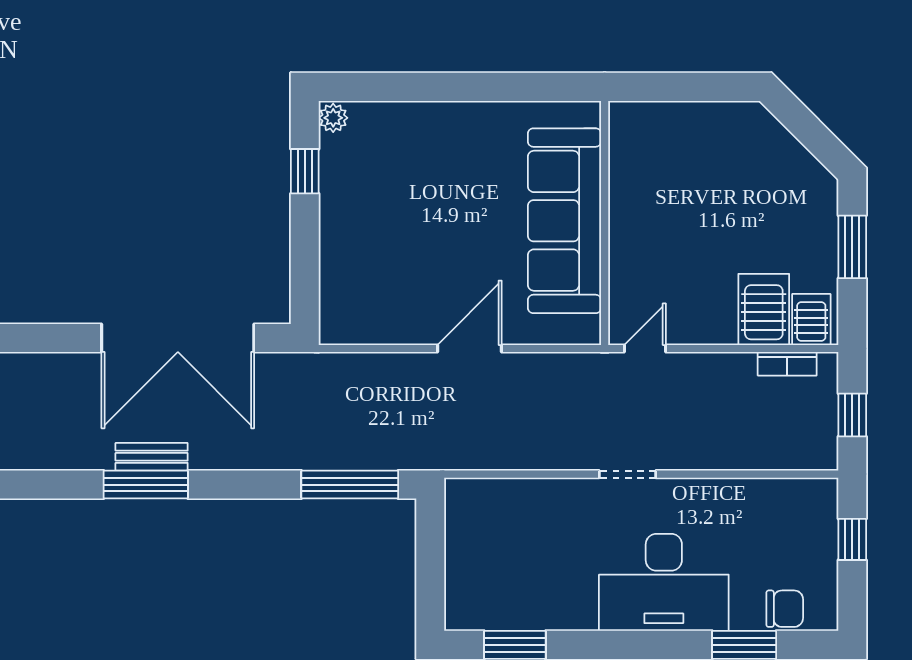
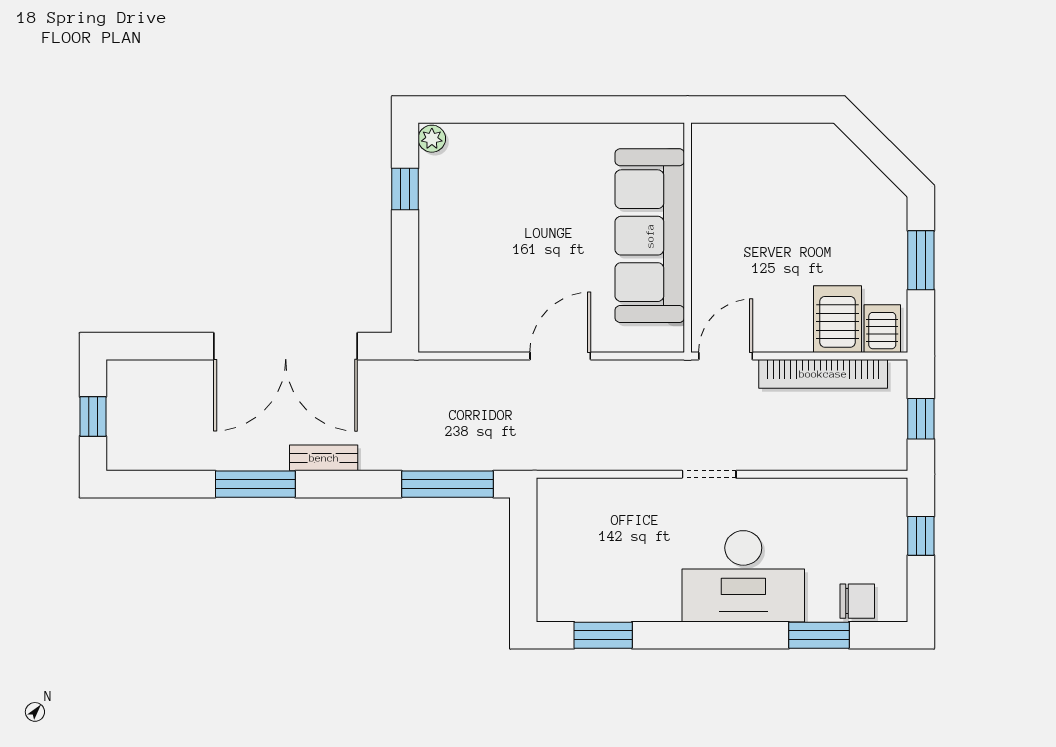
door: (645, 348) -> (726, 356), width x1.38
bookcase: (787, 364) -> (823, 374), width x2.31, depth x1.31
bench: (152, 457) -> (324, 458), moved

